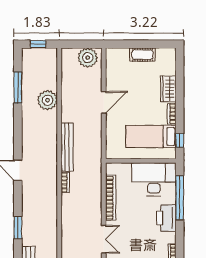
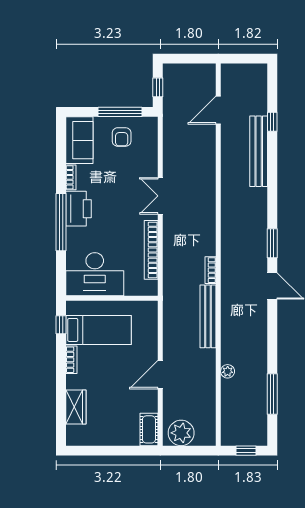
cot: (142, 55) -> (149, 429), moved, turned 90
wardrobe: (168, 89) -> (76, 407), moved
plant: (48, 100) -> (228, 371), width x0.53, depth x0.53
window: (180, 198) -> (61, 222), moved
printer: (166, 218) -> (78, 209), moved
window: (18, 228) -> (272, 243), moved

